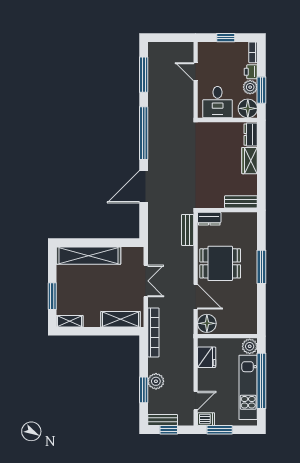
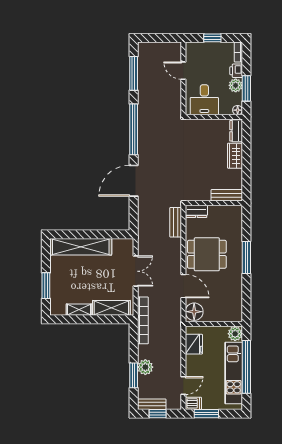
floor lamp: (248, 108) -> (238, 110), width x0.53, depth x0.53
shelving: (70, 321) -> (79, 310), moved

